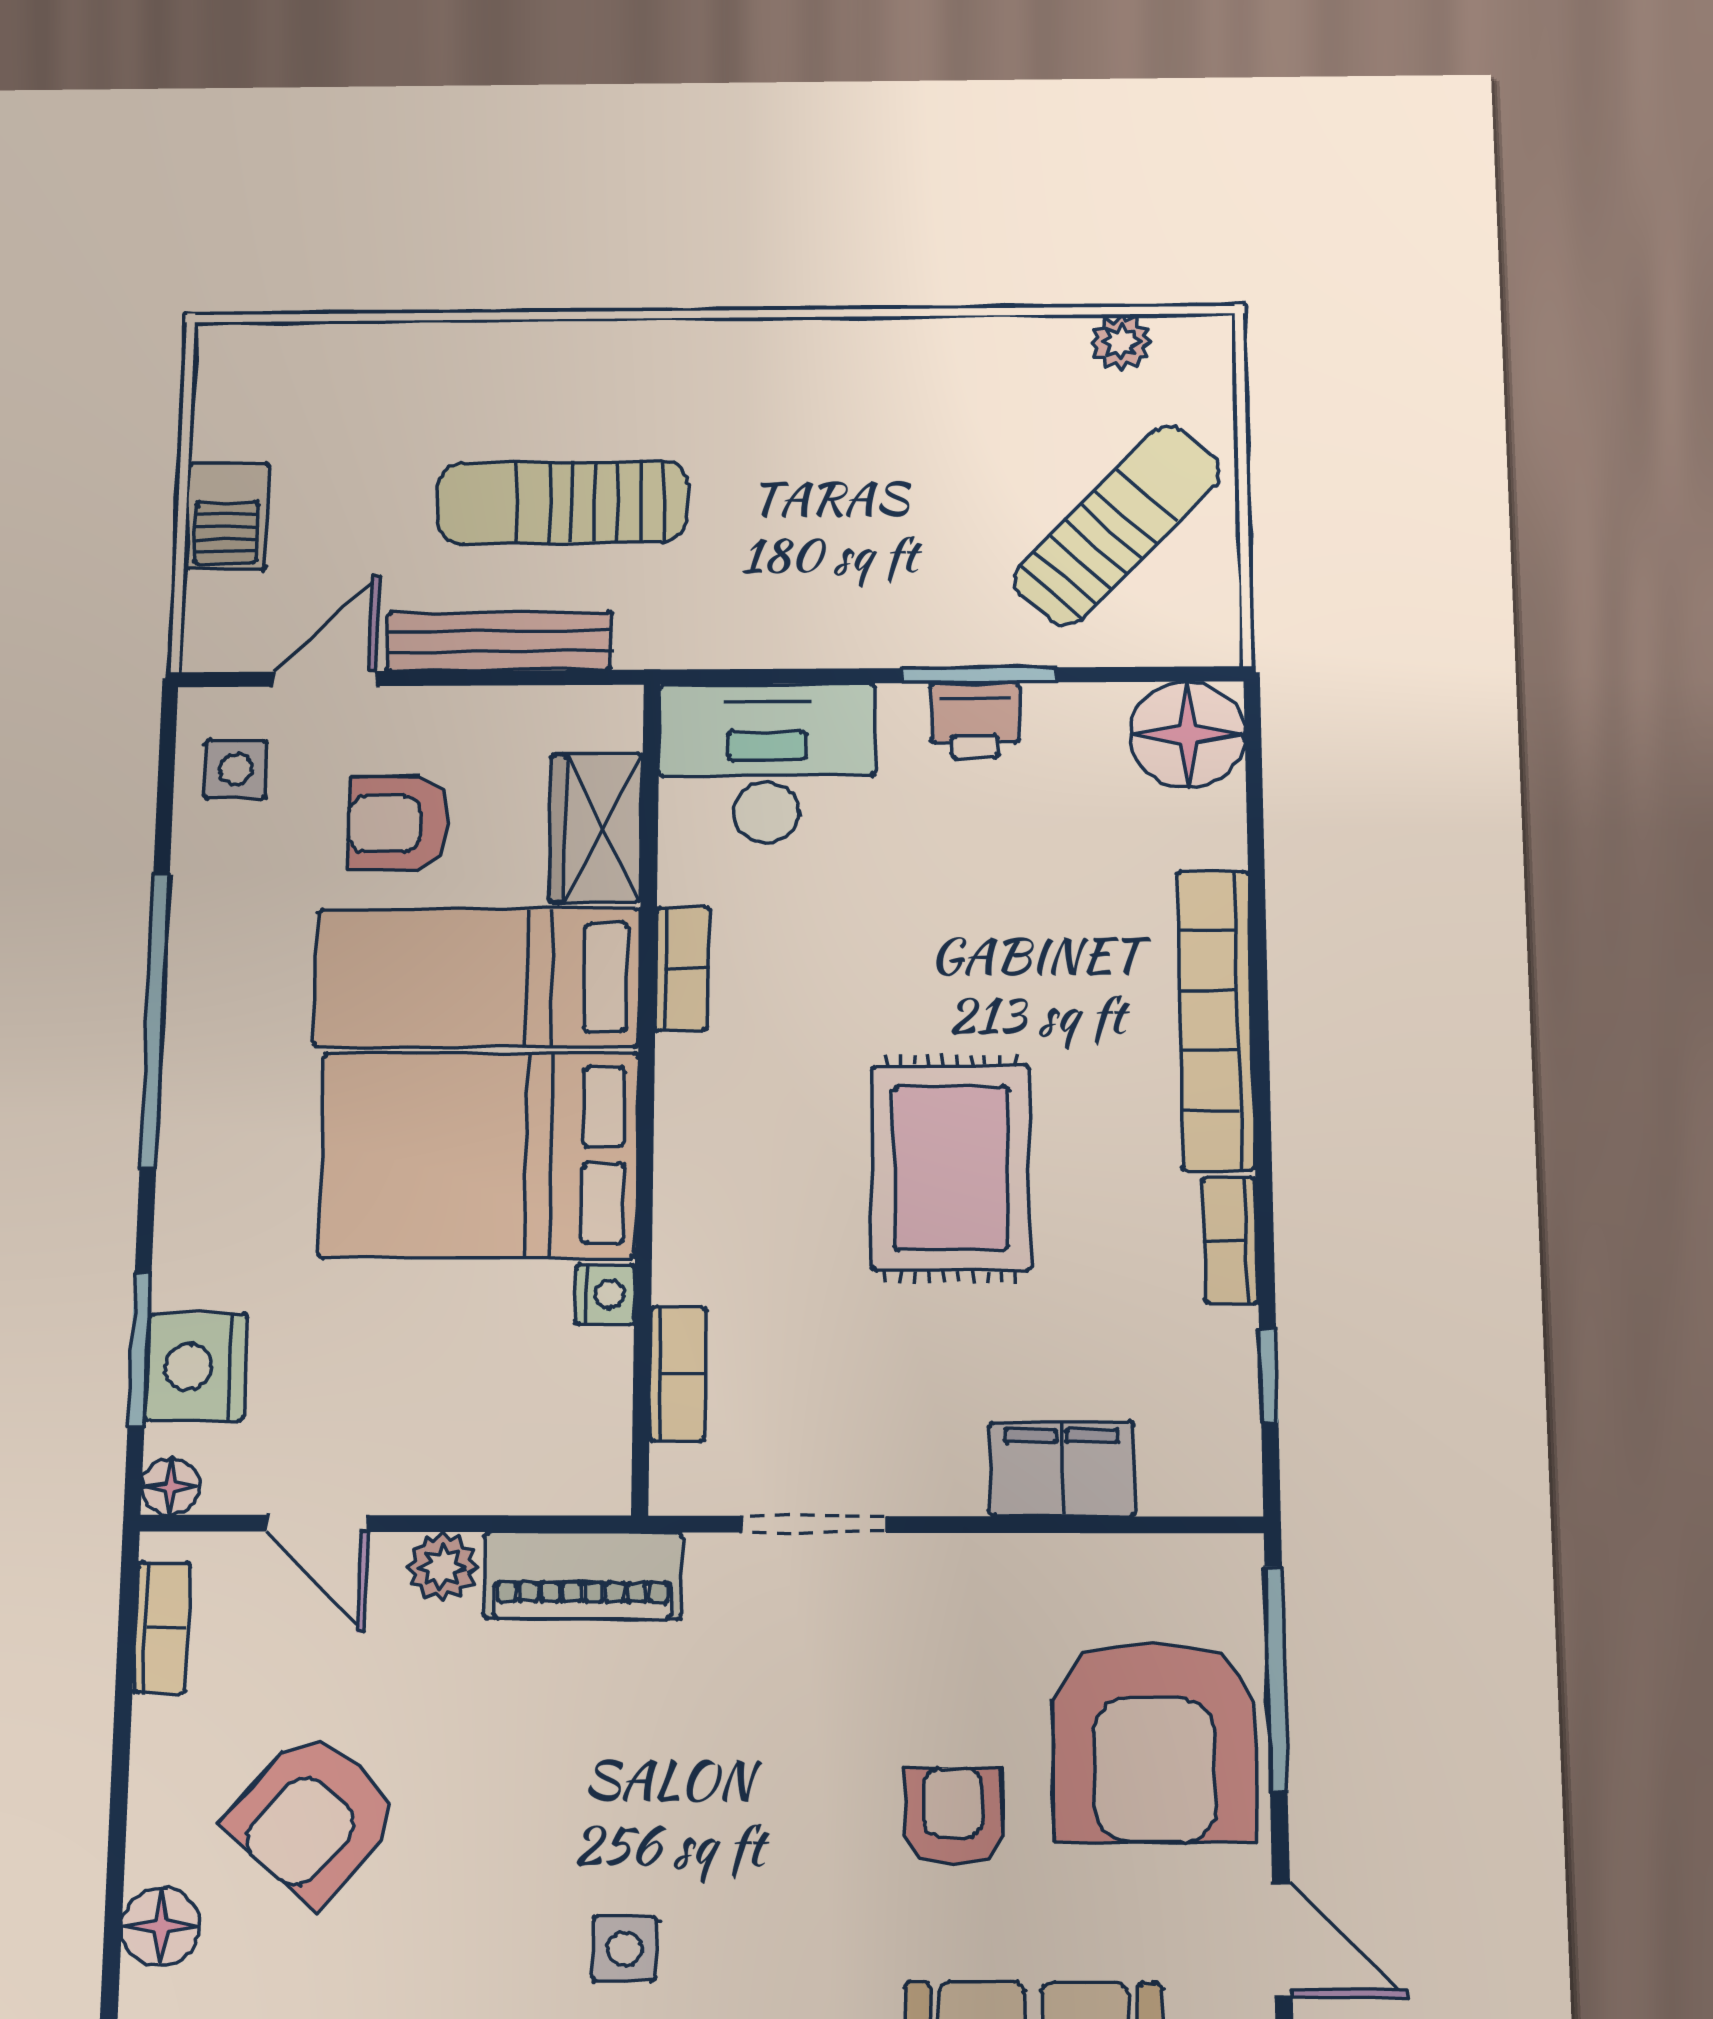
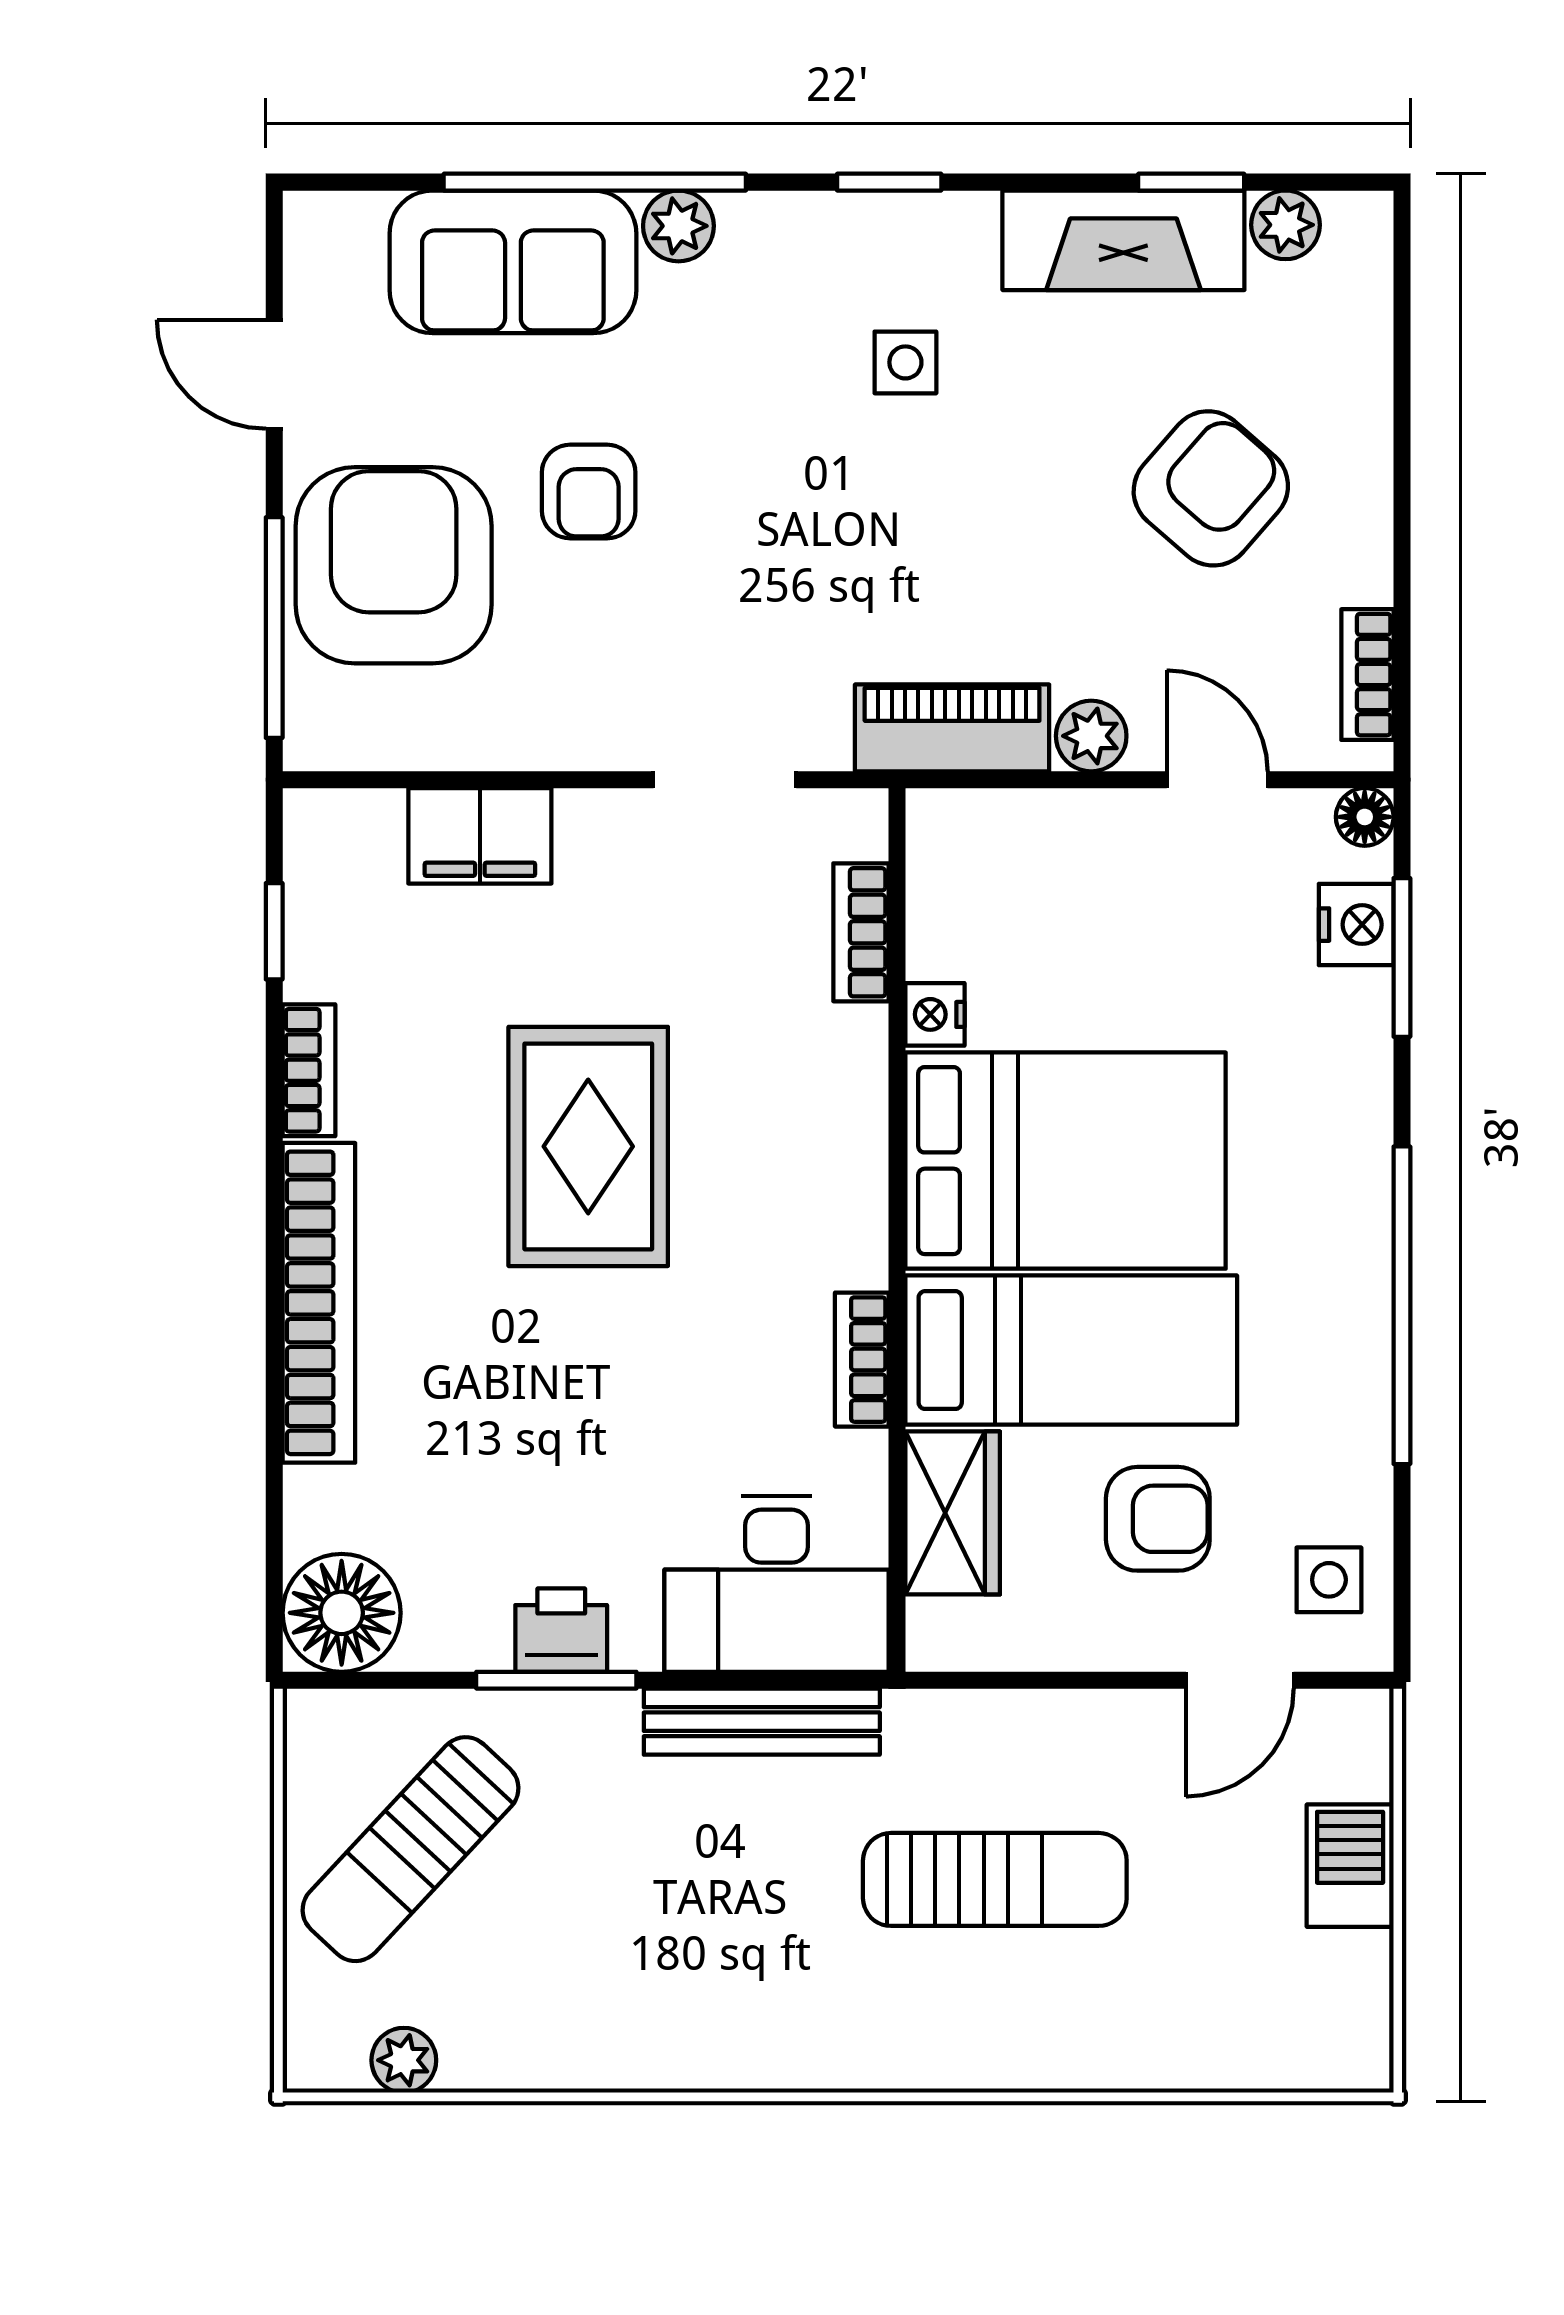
bench: (499, 641) -> (762, 1722), moved
nightstand: (196, 1367) -> (1356, 925), width x0.74, depth x0.75
floor lamp: (161, 1927) -> (1355, 381), removed

